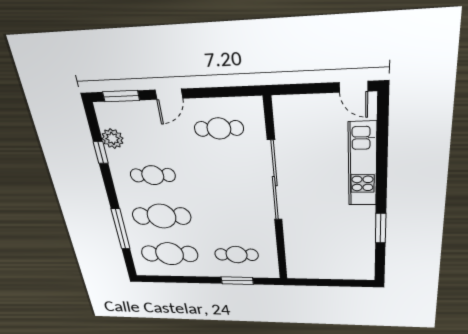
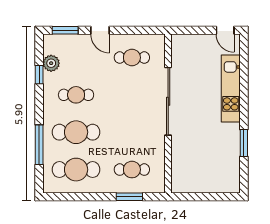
door: (169, 94) -> (100, 30), hinge flipped

